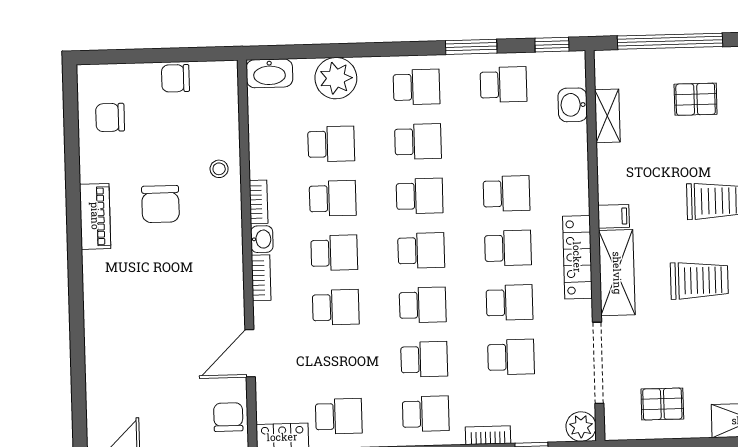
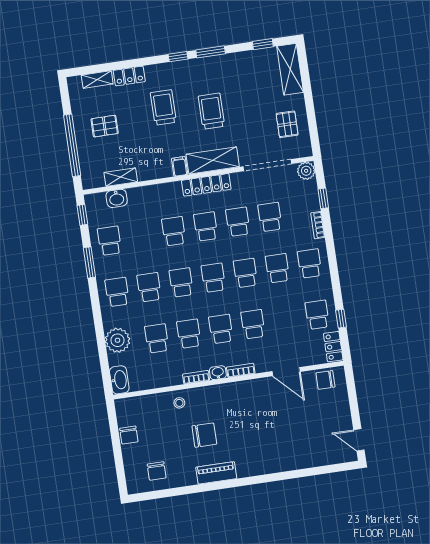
pallet: (696, 99) -> (105, 126), turned 90

